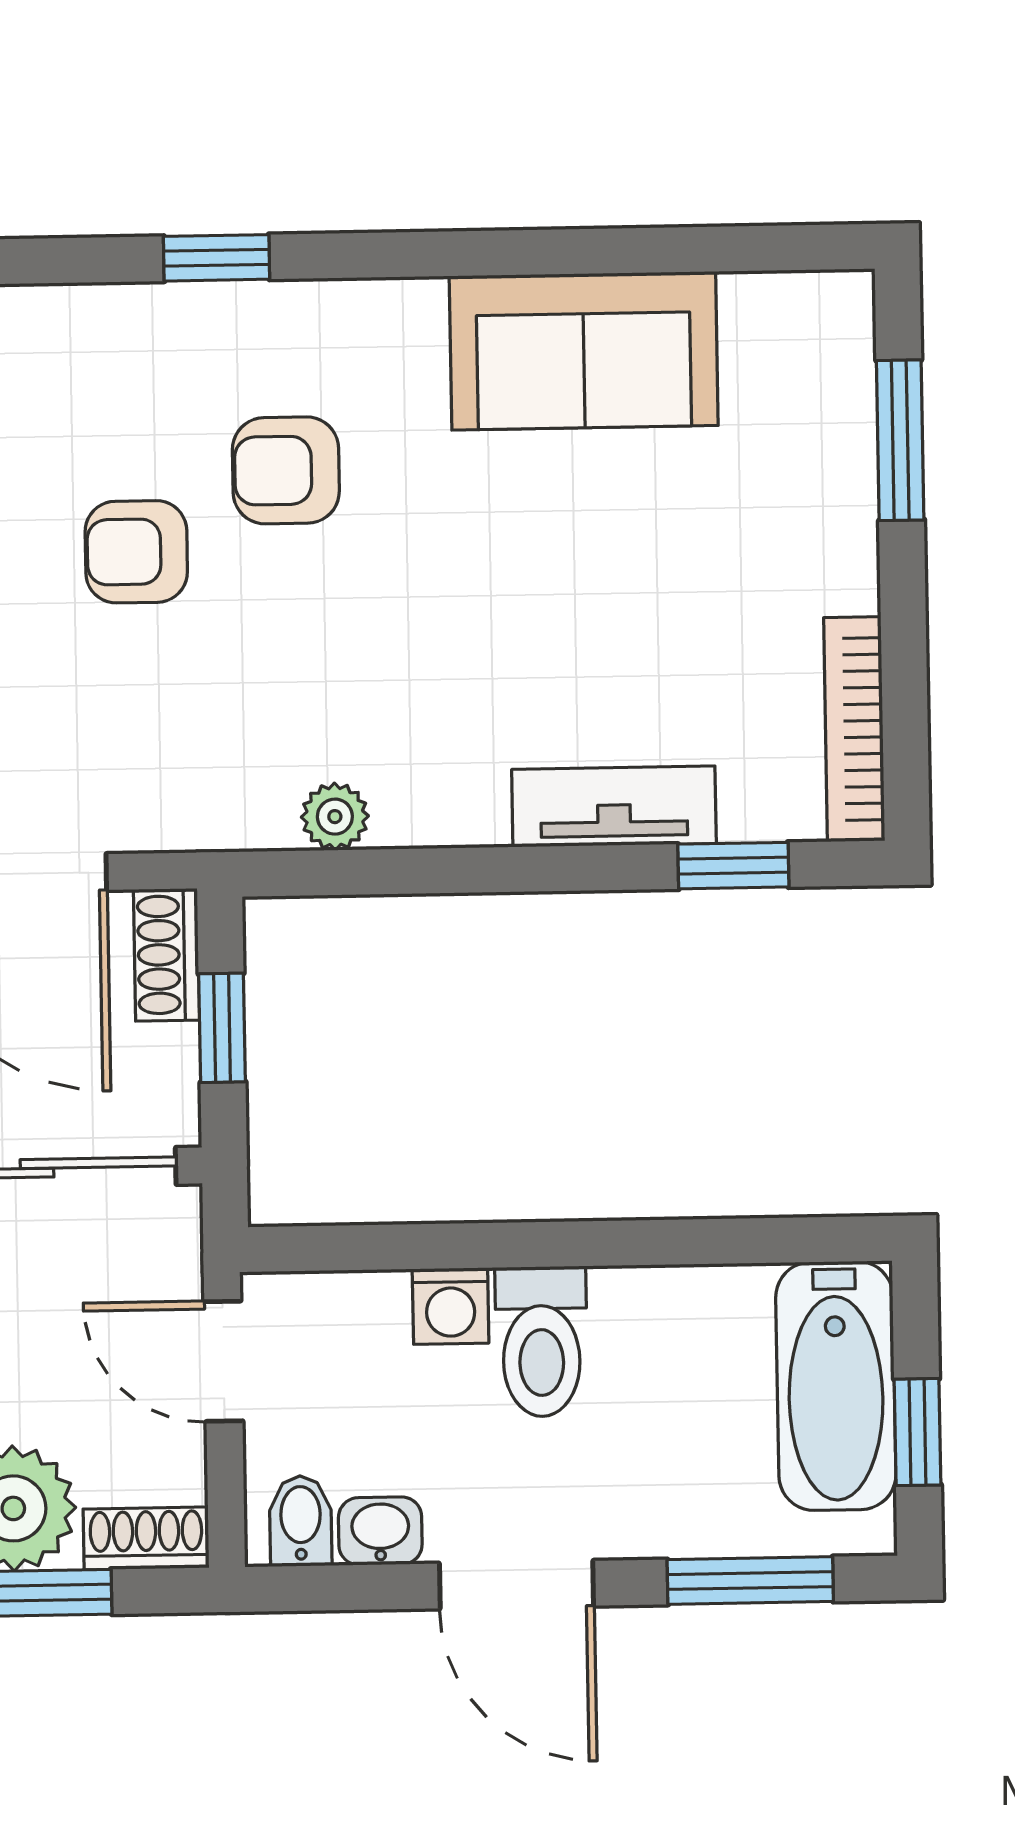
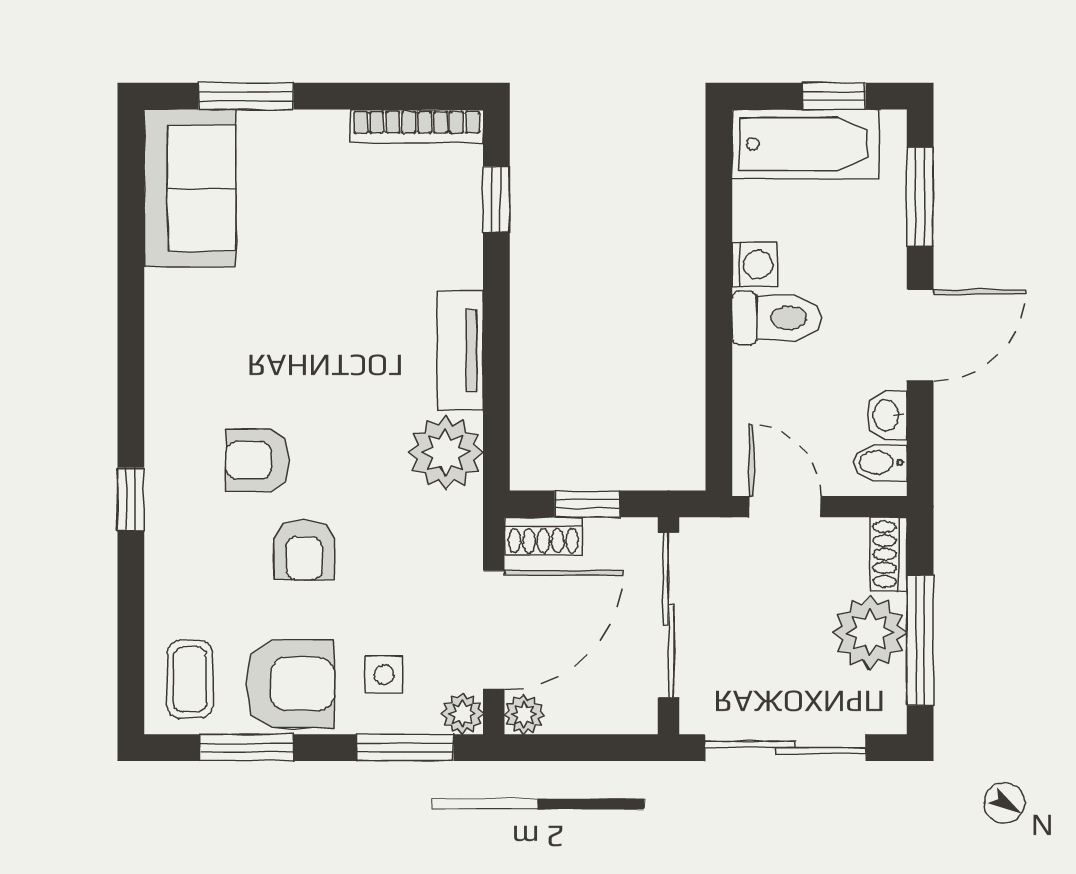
sofa: (584, 351) -> (190, 188), moved
armchair: (286, 470) -> (258, 460), turned 90
tv unit: (614, 807) -> (460, 350), moved
plant: (335, 817) -> (446, 452), width x1.87, depth x1.87
washing machine: (451, 1306) -> (754, 264), moved
door: (223, 1361) -> (785, 507), swing flipped

